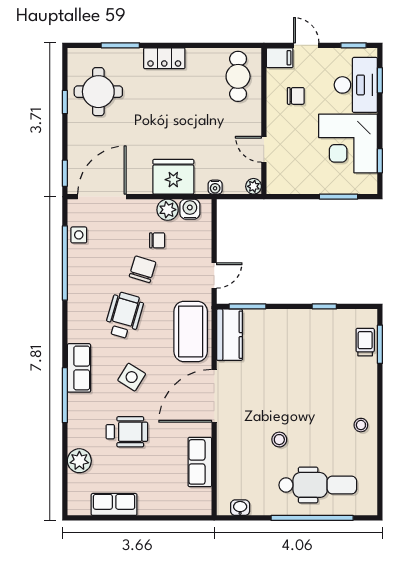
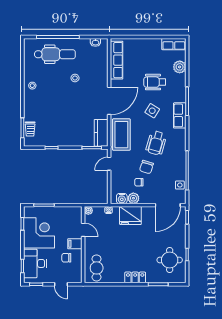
filing cabinet: (280, 58) -> (75, 244), moved
row of seats: (200, 462) -> (117, 60), width x1.48
dental chair: (318, 485) -> (55, 54), turned 180
row of seats: (114, 504) -> (174, 44), moved

